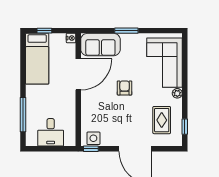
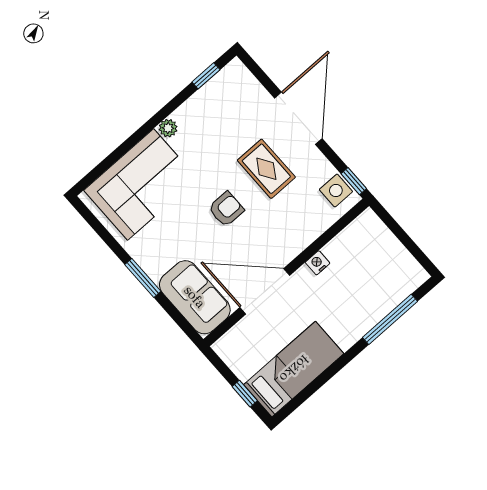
nightstand: (71, 38) -> (318, 263), moved
armchair: (125, 88) -> (226, 209), turned 180
rug: (162, 120) -> (266, 169), moved, turned 90
desk: (51, 132) -> (381, 258), removed

